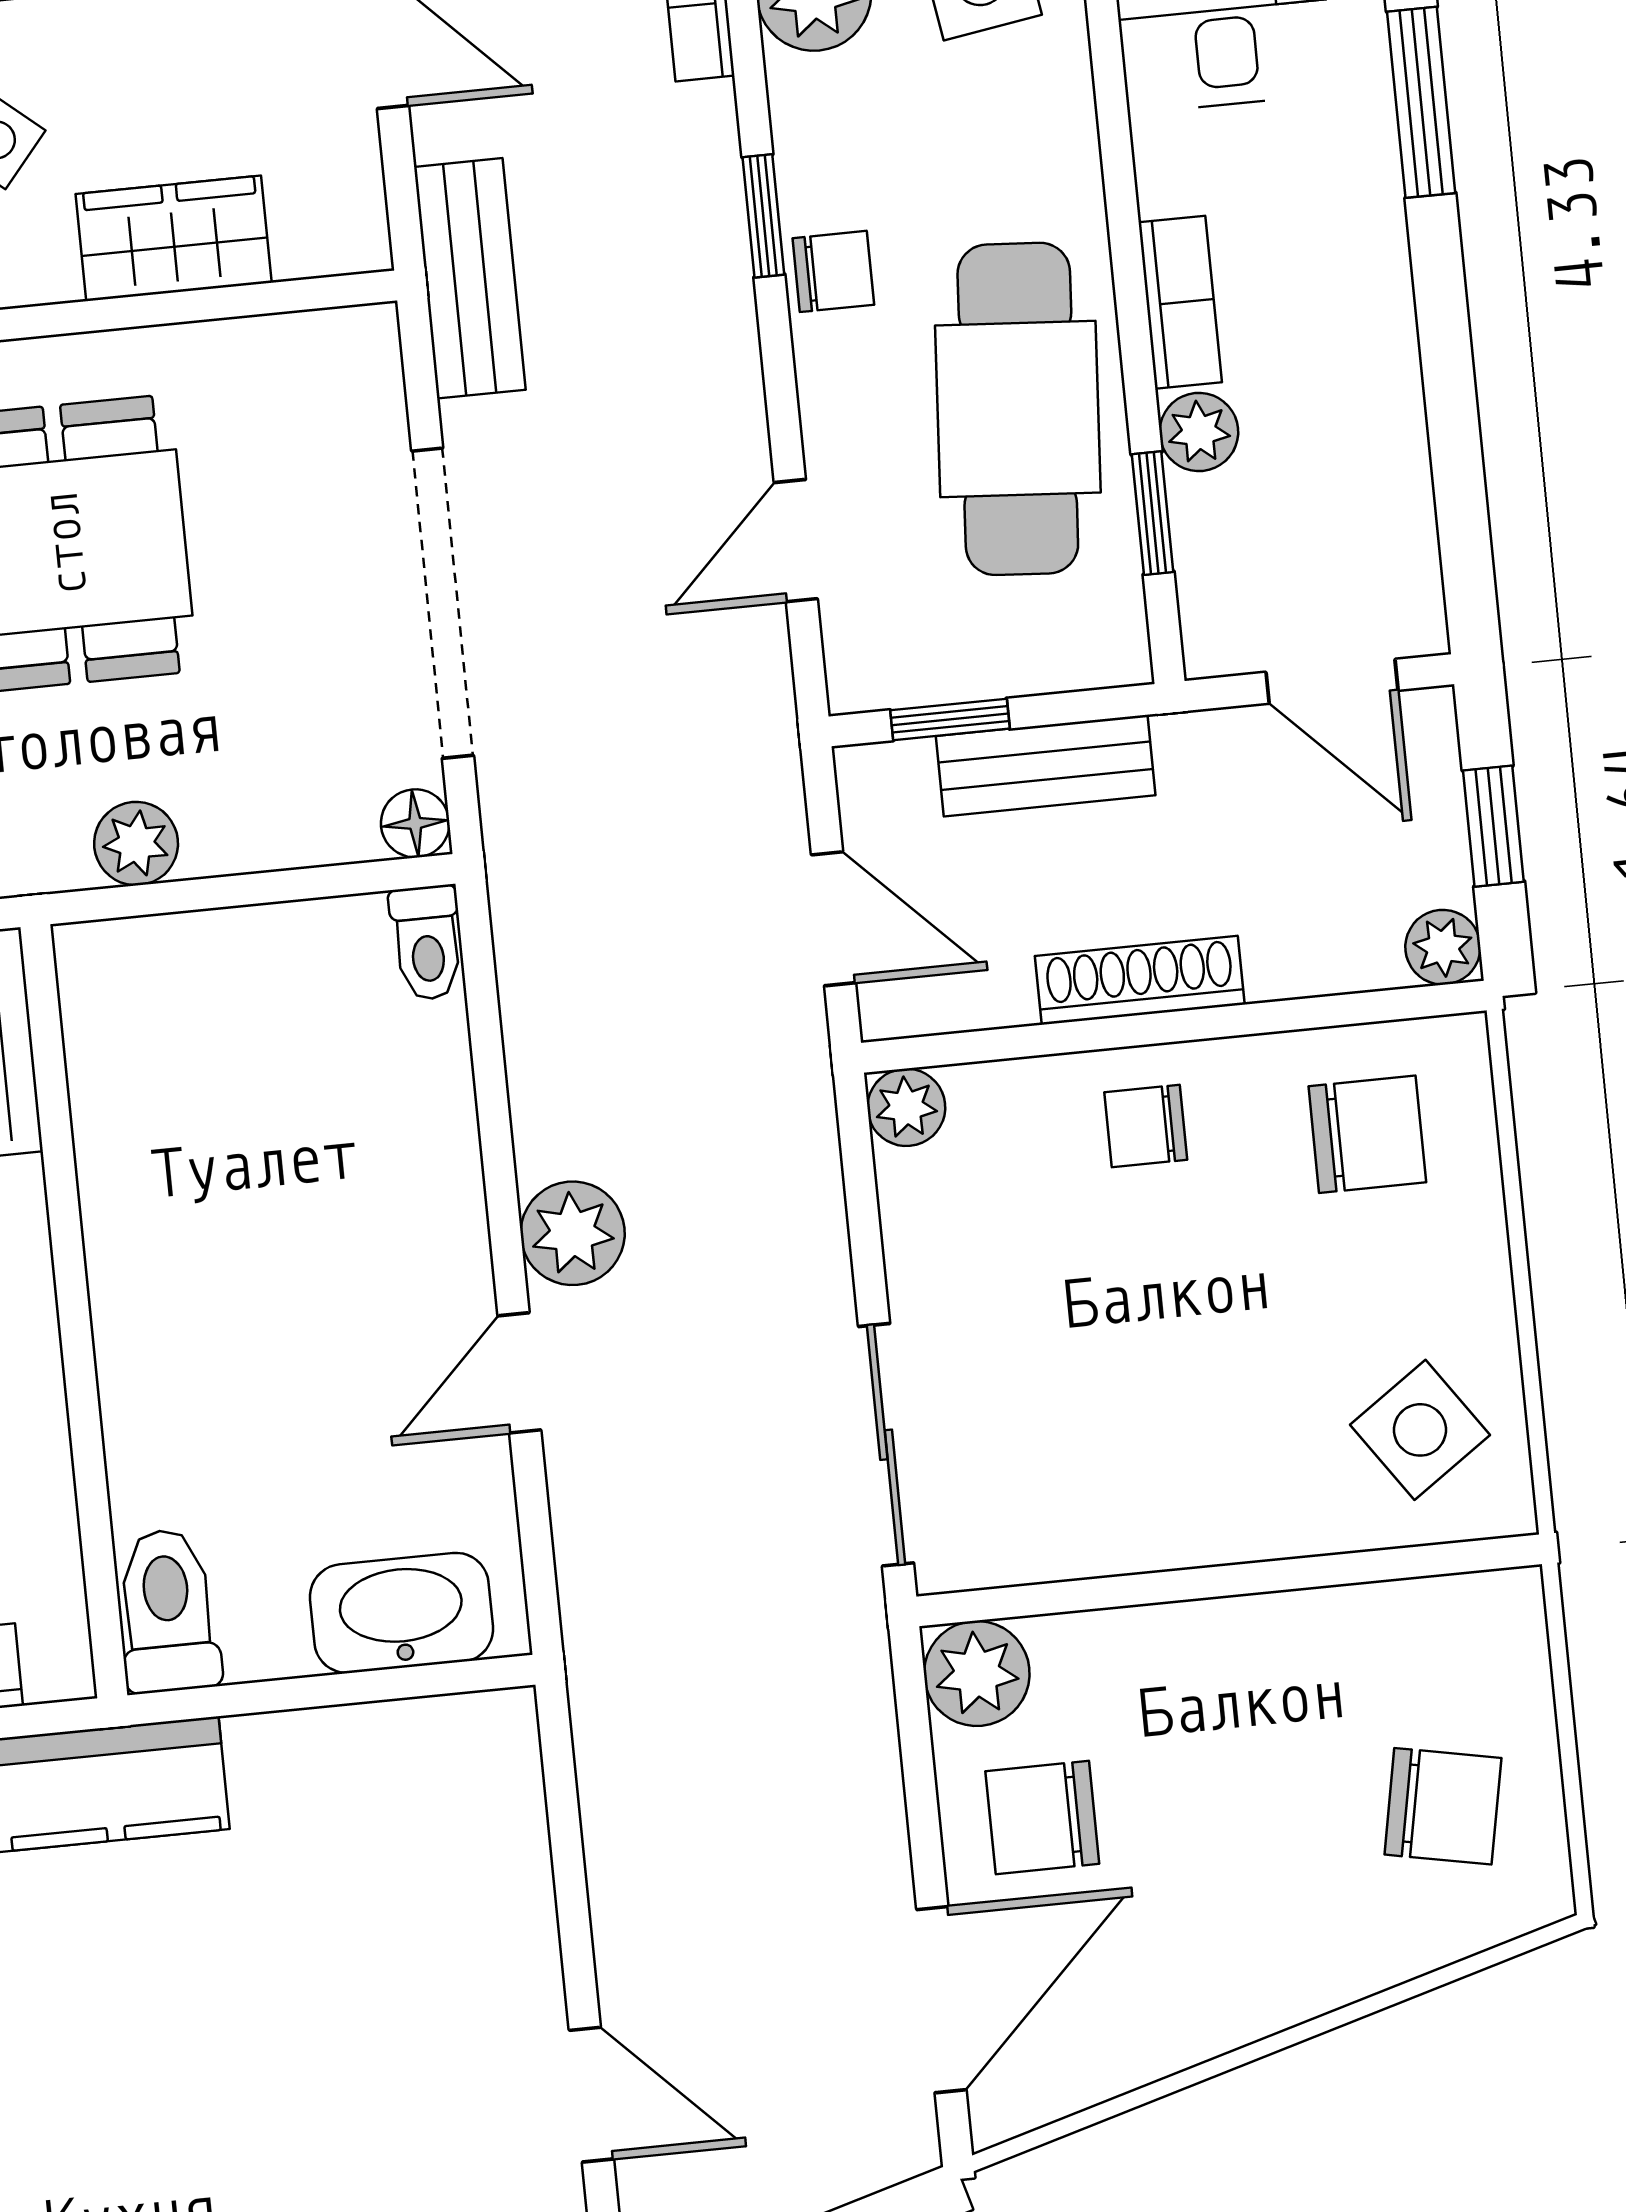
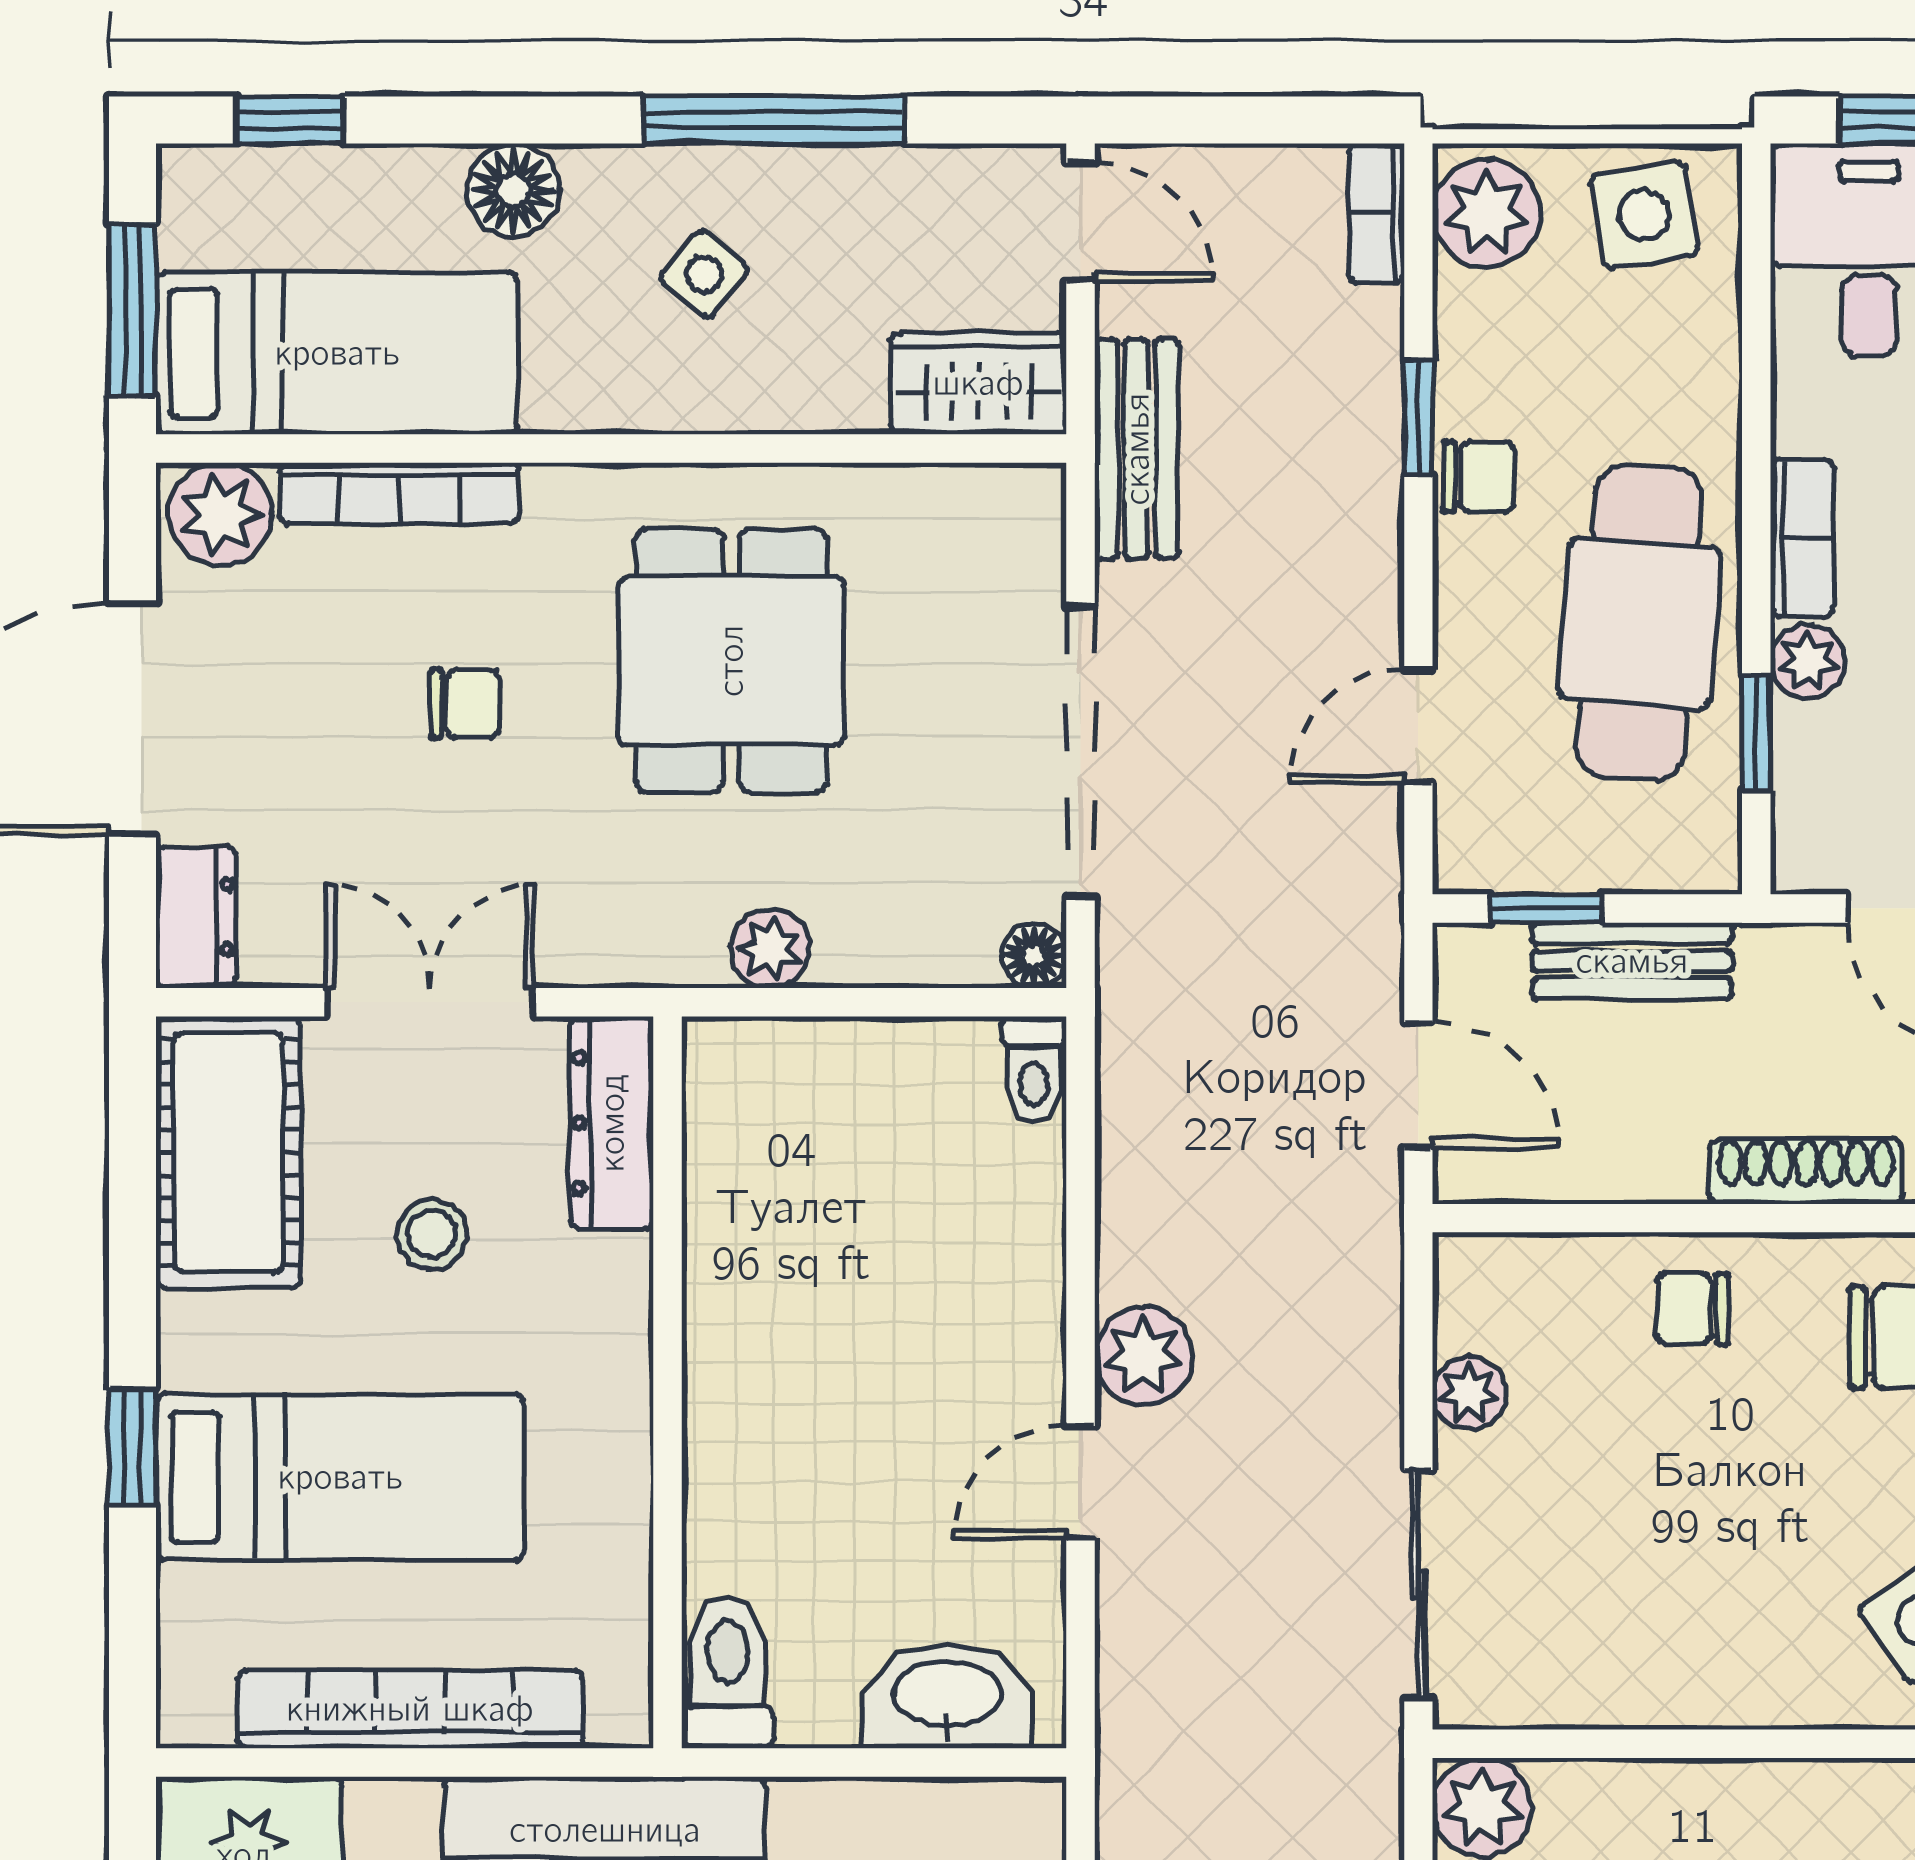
wardrobe: (174, 238) -> (978, 383), moved
shoe rack: (1140, 980) -> (1806, 1171), moved
plant: (906, 1107) -> (1469, 1393), moved

